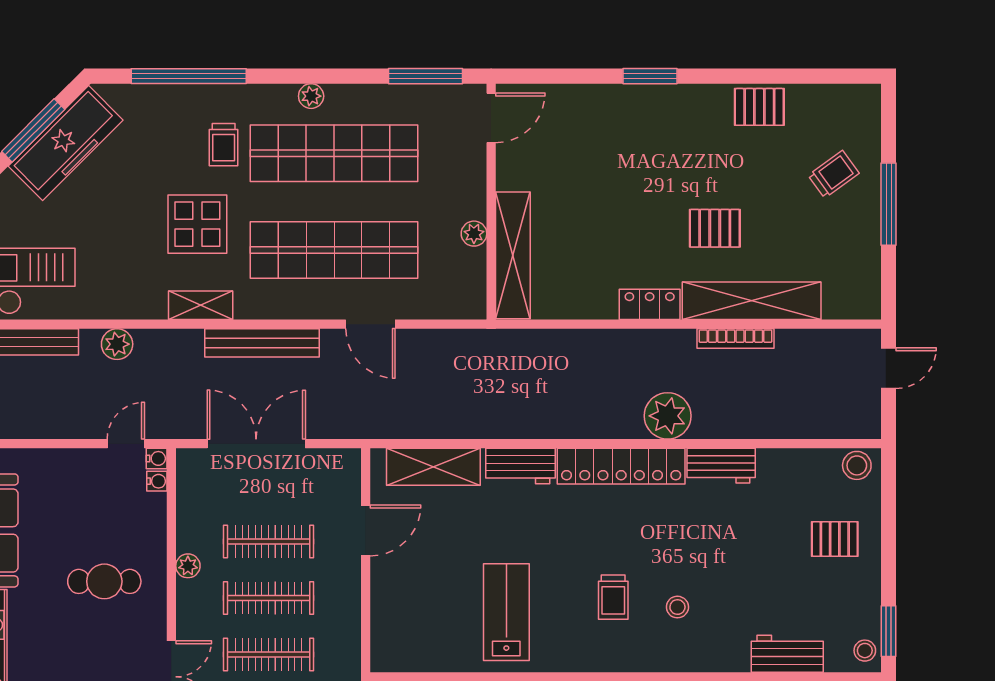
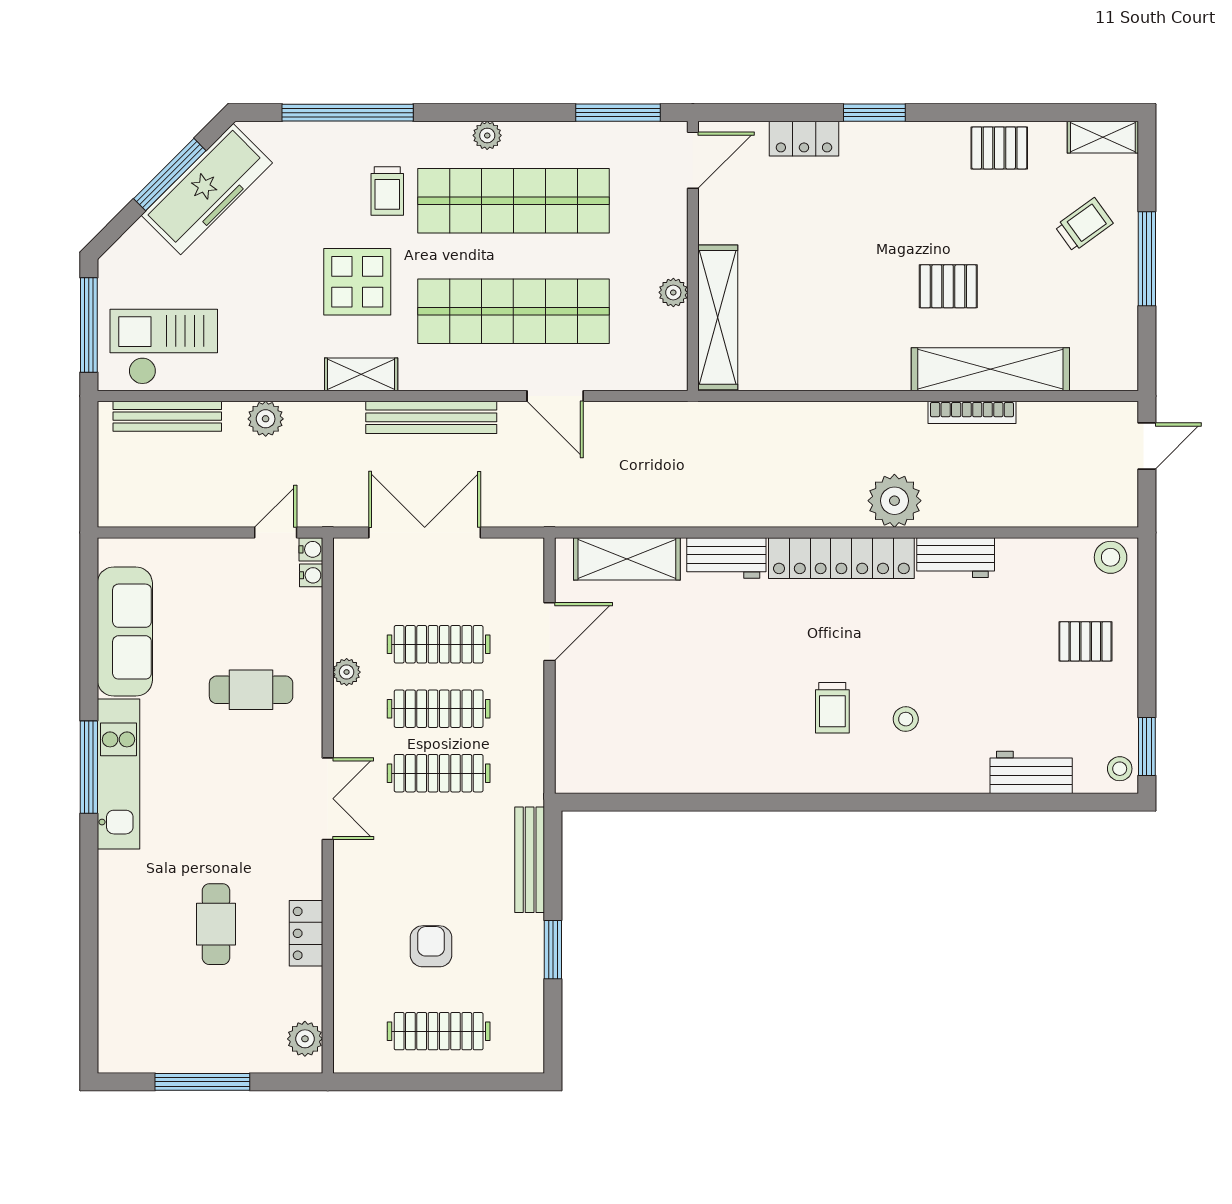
shelving: (850, 98) -> (1103, 137), added
locker: (650, 304) -> (804, 139), moved, turned 180
lab bench: (506, 612) -> (710, 725), removed

